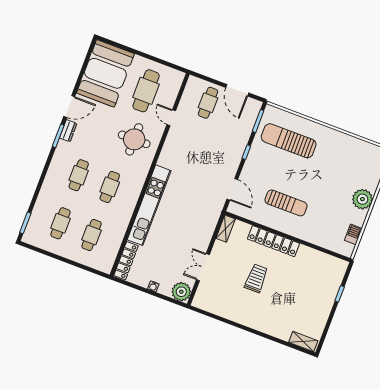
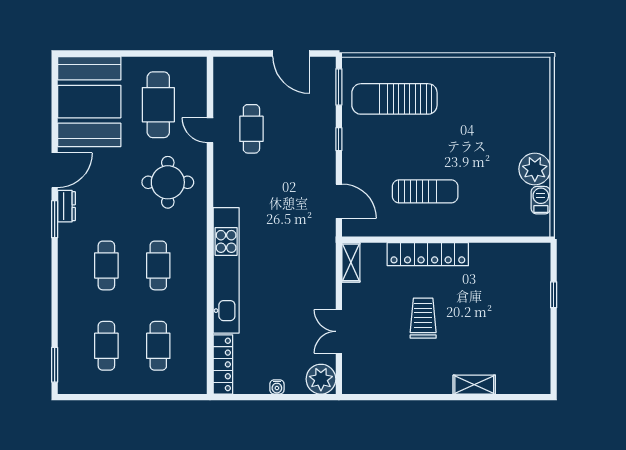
cafe table: (208, 103) -> (251, 129), moved
plant: (362, 199) -> (535, 169), moved
shelving: (303, 341) -> (474, 385), moved

